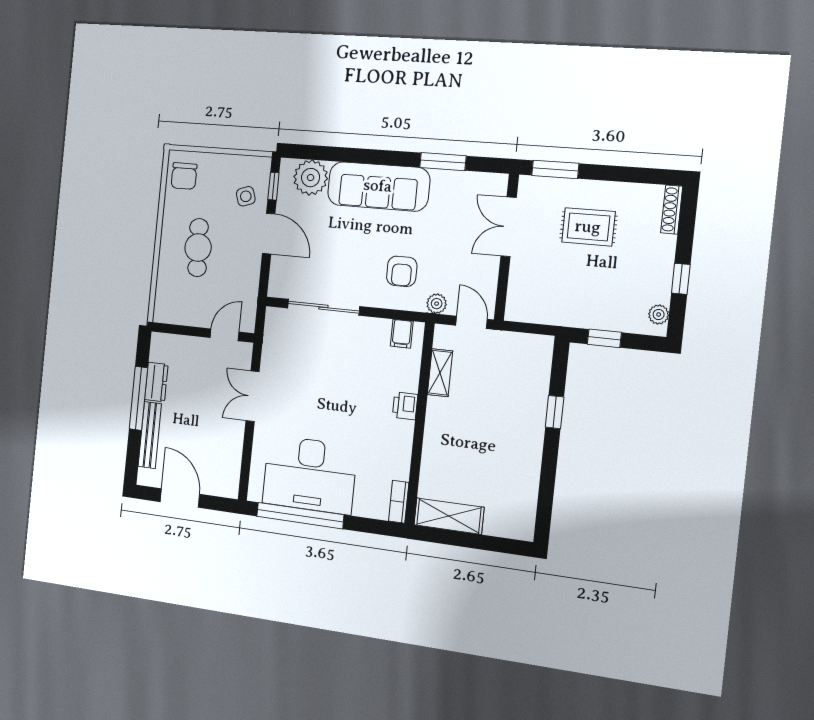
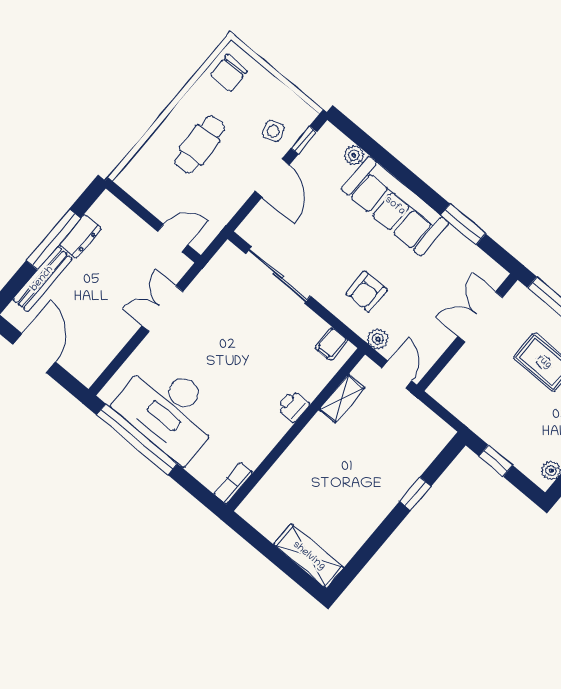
plant: (311, 178) -> (354, 155), width x0.53, depth x0.53
shelving: (449, 516) -> (309, 556), moved

